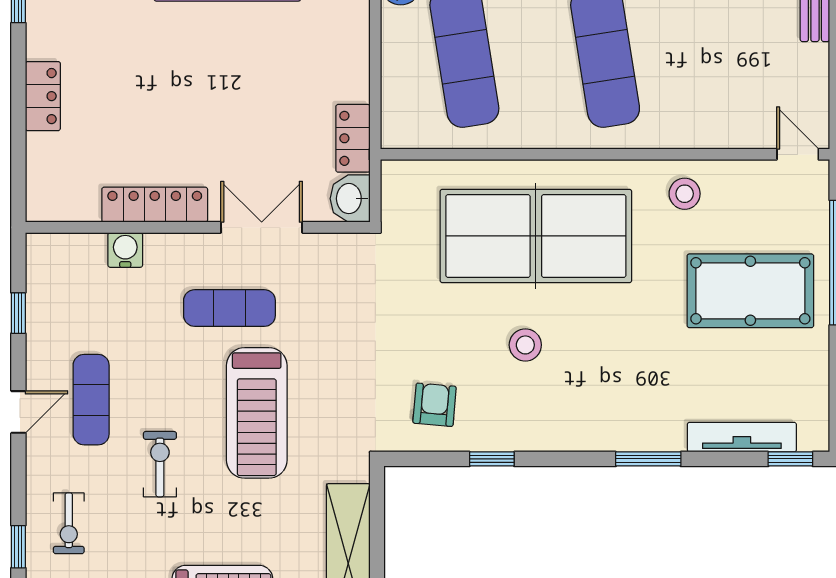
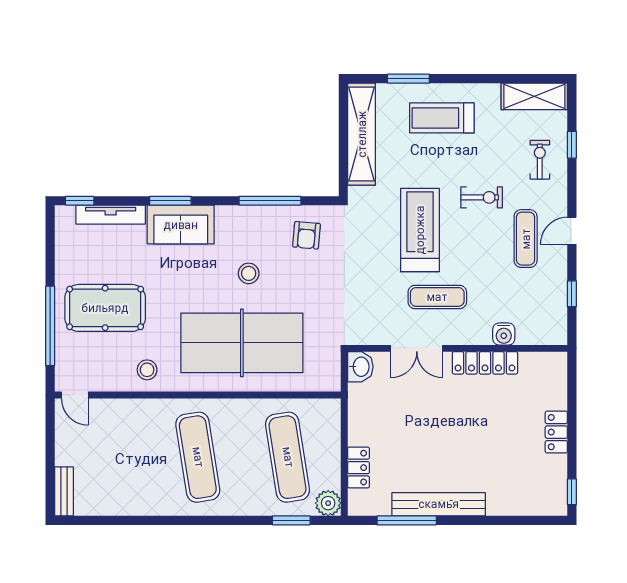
locker: (353, 138) -> (359, 468), moved
sofa: (632, 422) -> (181, 225), added
window: (492, 459) -> (270, 201), width x2.17
exercise bike: (160, 464) -> (482, 197), turned -90

